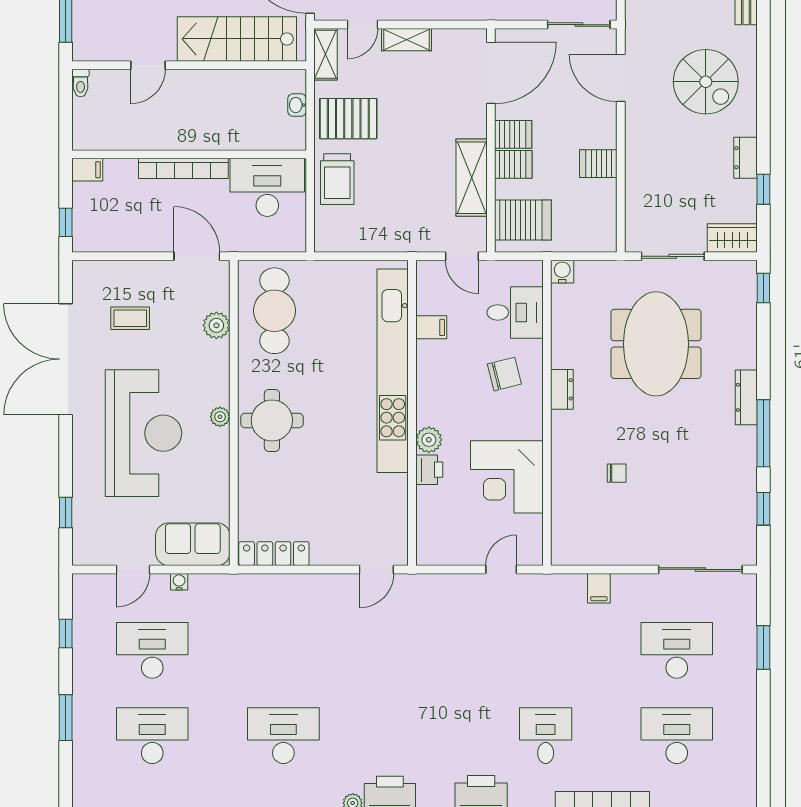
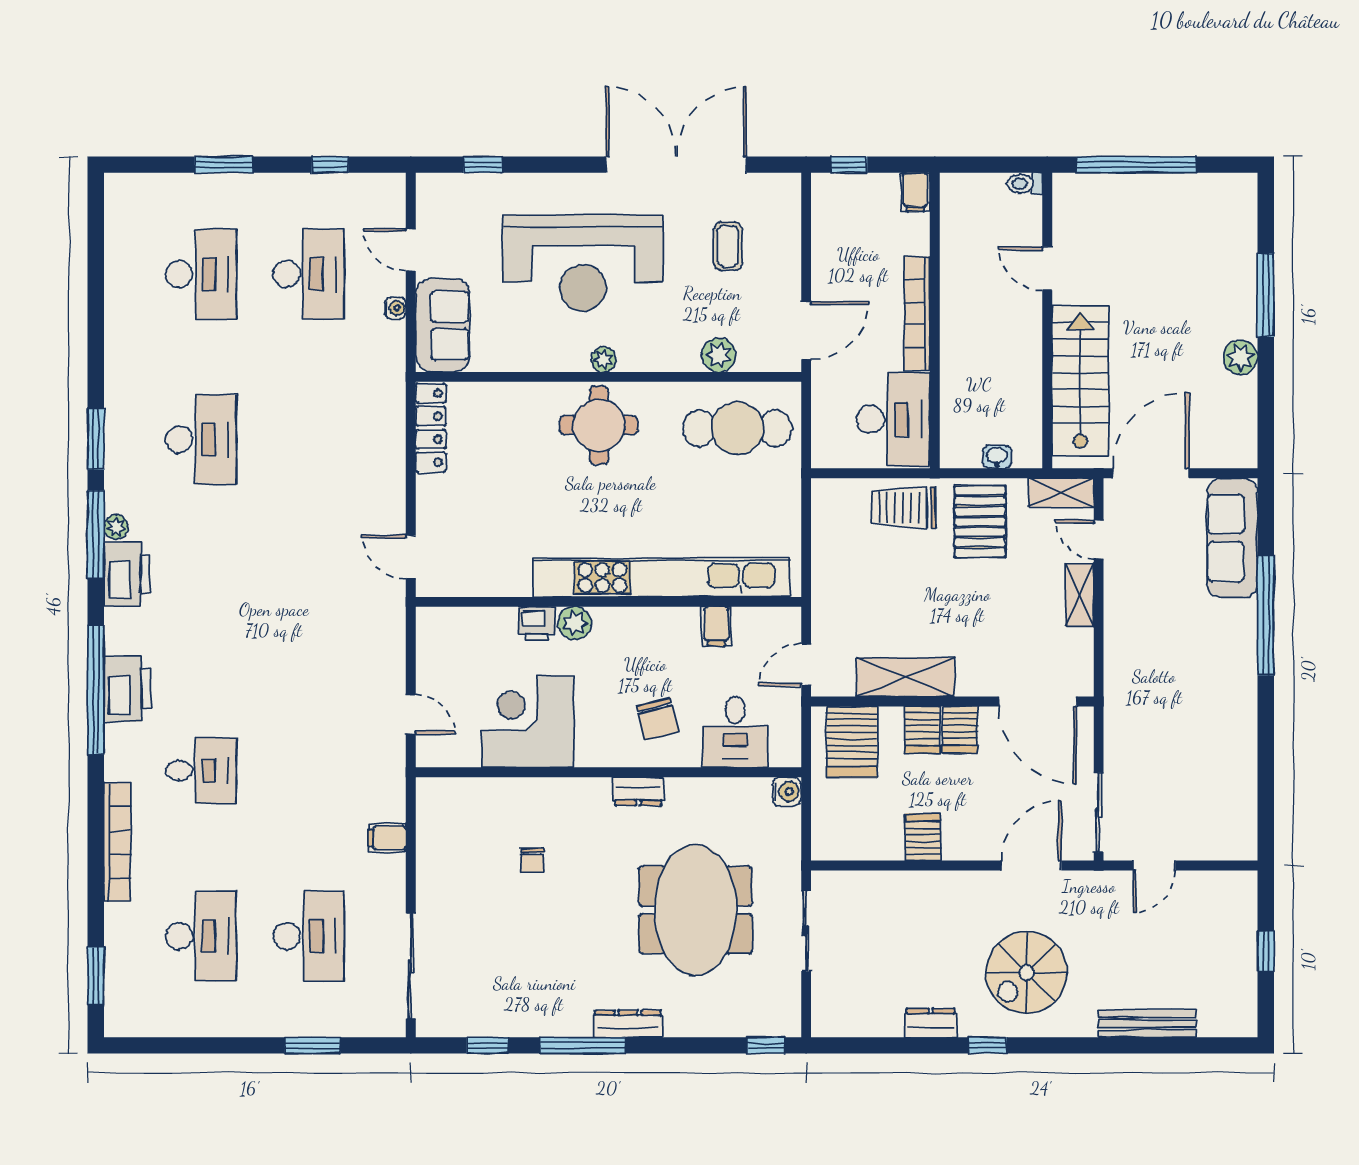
window: (763, 189) -> (987, 1045), moved
wardrobe: (732, 238) -> (829, 1006), removed
meeting table: (656, 344) -> (696, 910), turned 90

